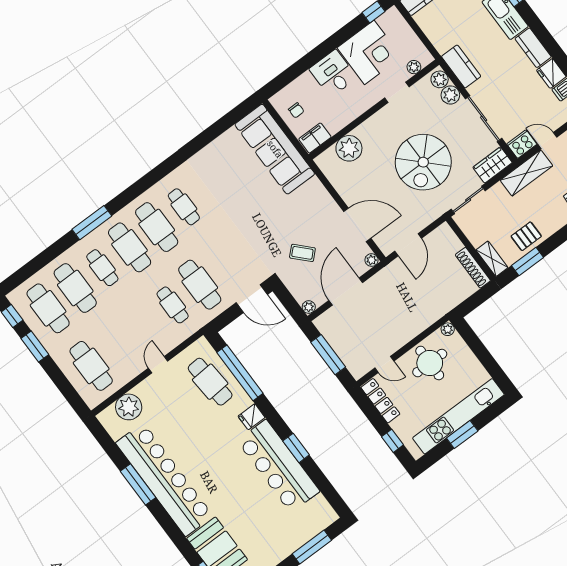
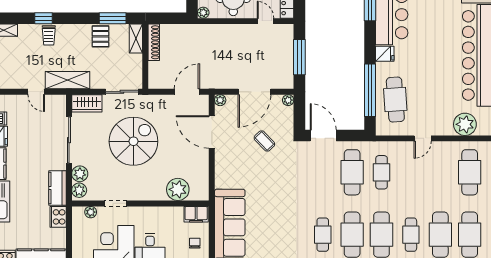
cooker: (522, 144) -> (58, 217), moved, turned 90
pallet: (526, 236) -> (100, 36), turned 90

